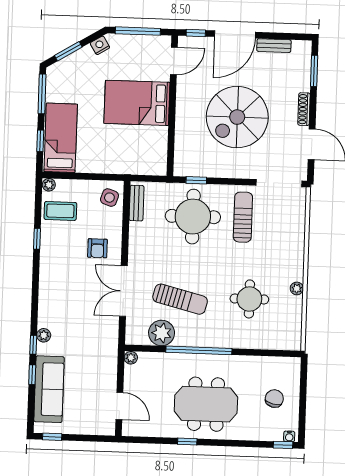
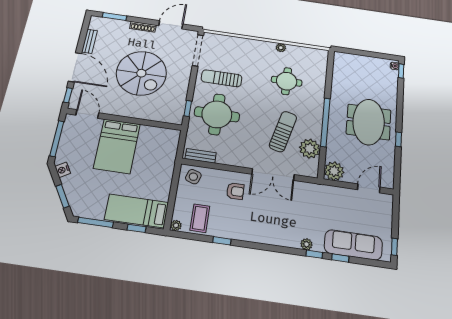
plant: (131, 358) -> (334, 171), width x1.88, depth x1.88
chair: (274, 399) -> (365, 73), removed

